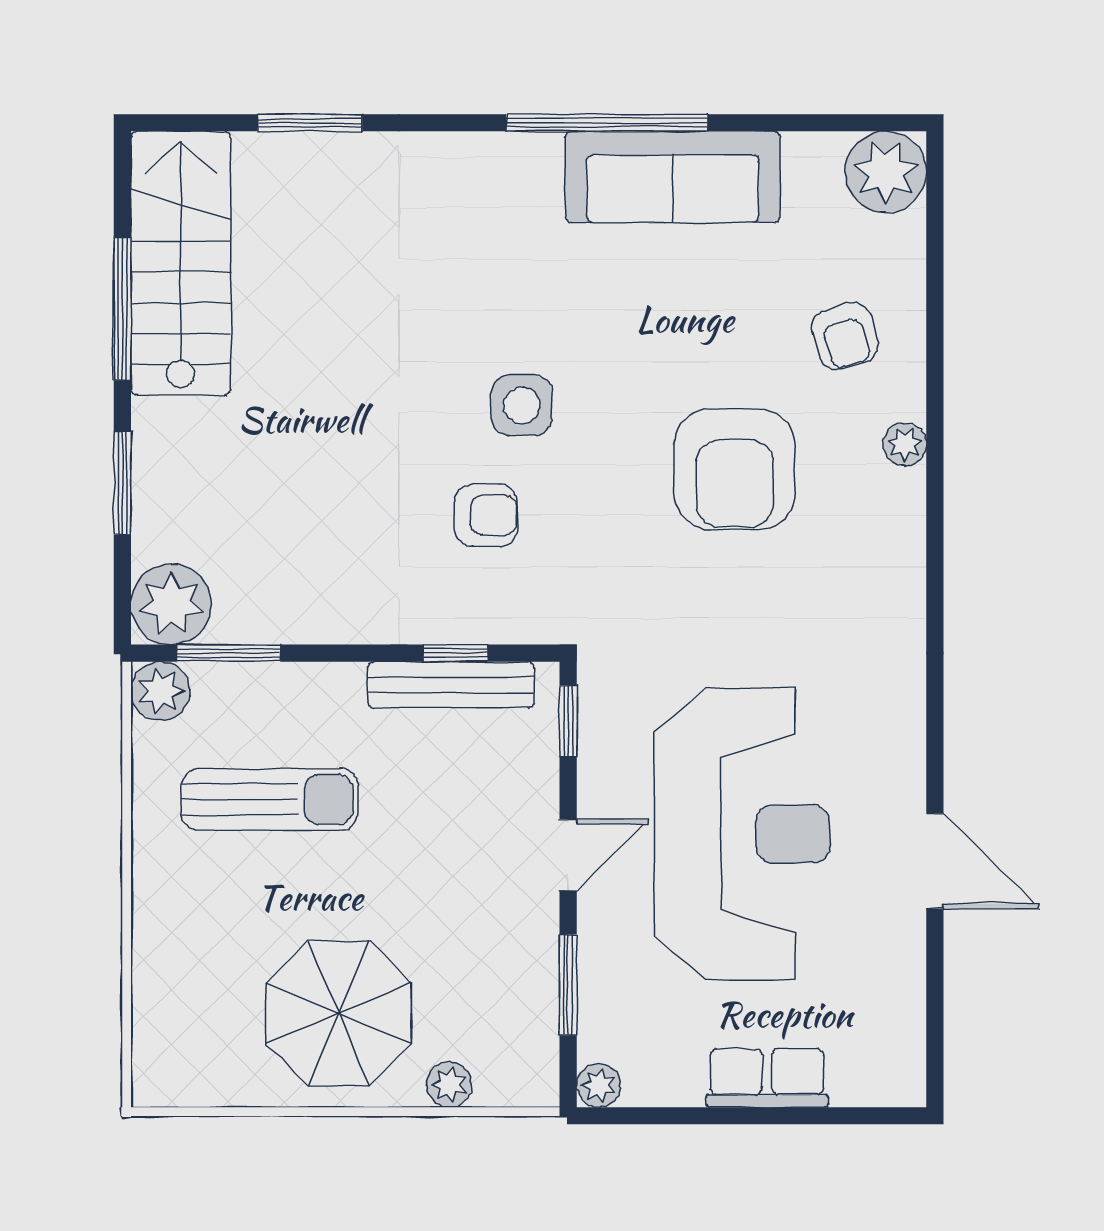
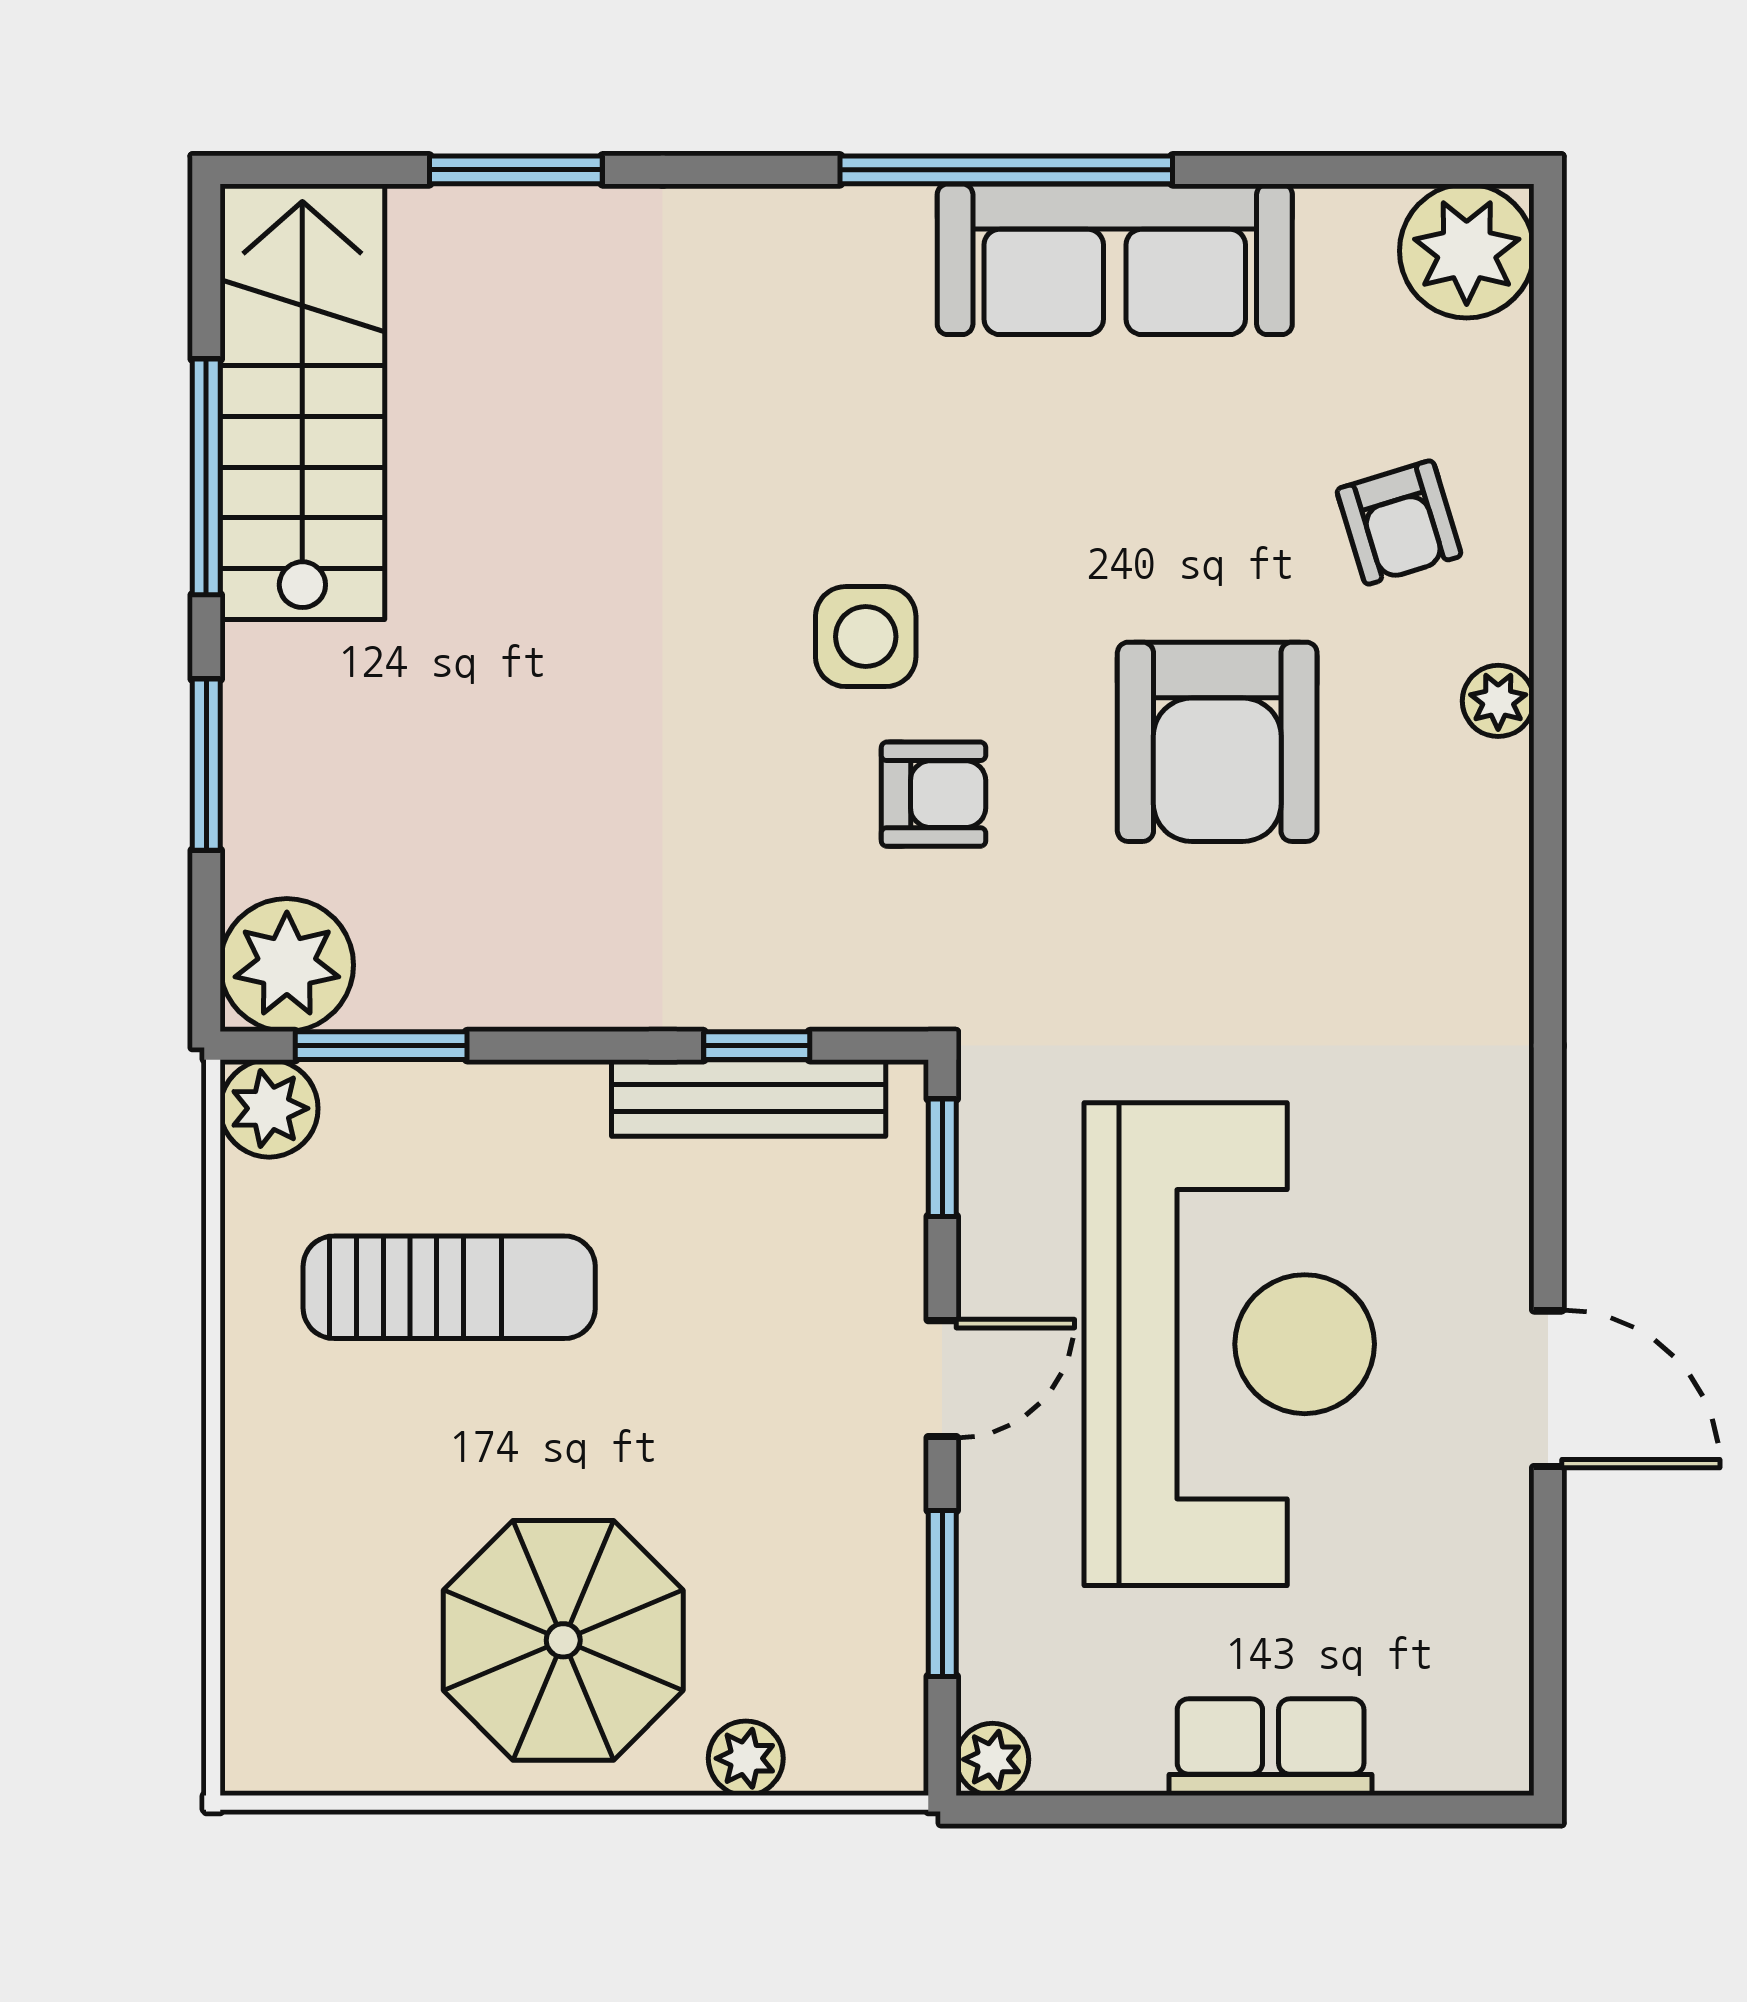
armchair: (486, 515) -> (933, 794), moved

